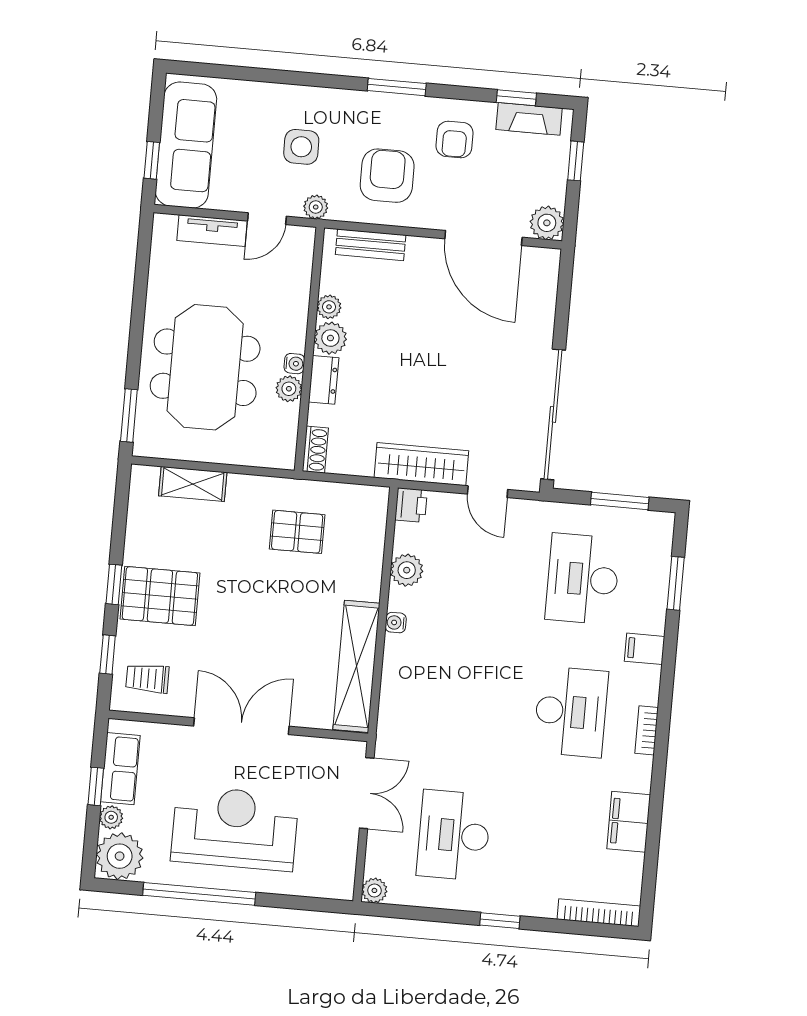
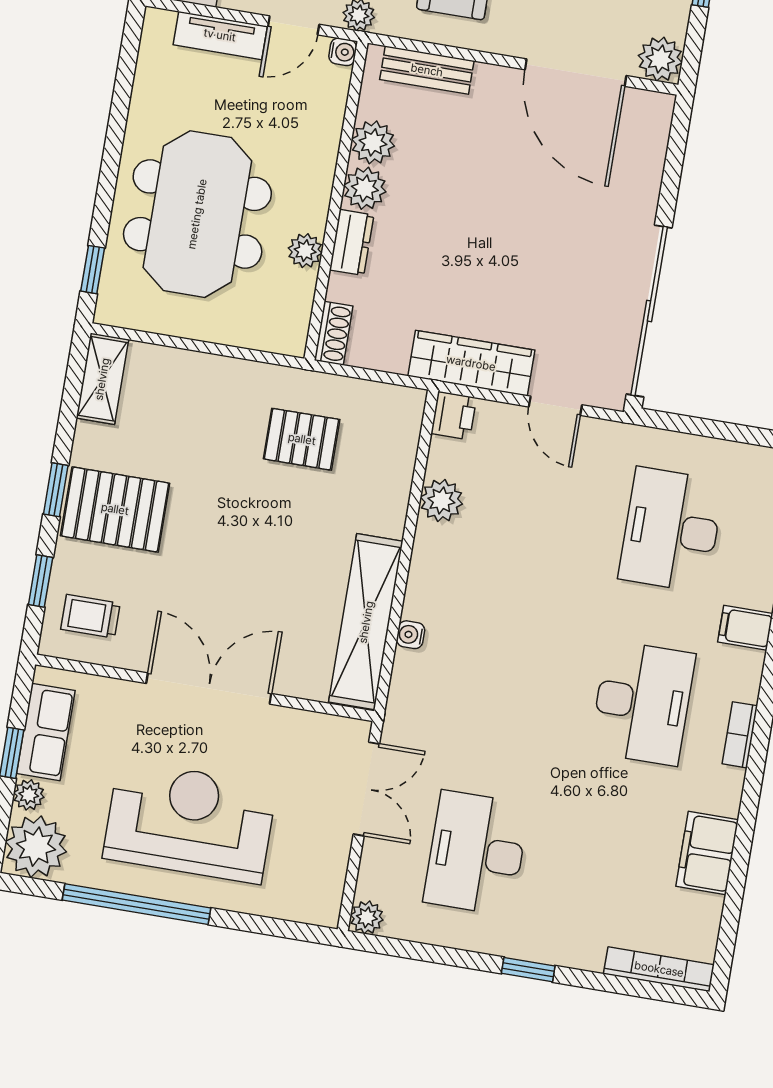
plant: (329, 307) -> (373, 142), width x1.38, depth x1.38
water cooler: (294, 364) -> (343, 52), moved
window: (129, 415) -> (93, 270), width x0.67
shelving: (193, 484) -> (102, 379), moved, turned 90
window: (620, 501) -> (728, 431), removed
water cooler: (396, 623) -> (411, 635), moved

